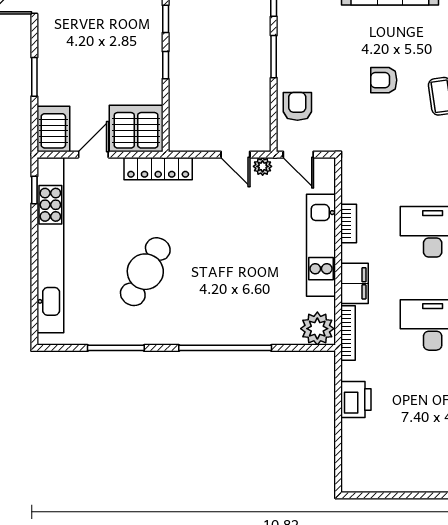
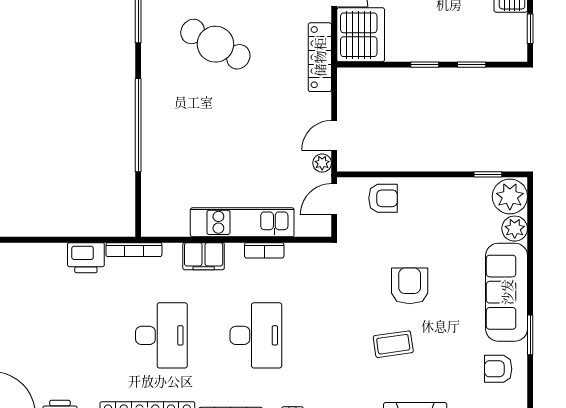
window: (274, 57) -> (433, 174), removed
armchair: (384, 80) -> (410, 286), width x1.38, depth x1.38
plant: (317, 329) -> (158, 218), removed
bookcase: (348, 333) -> (134, 250), moved

